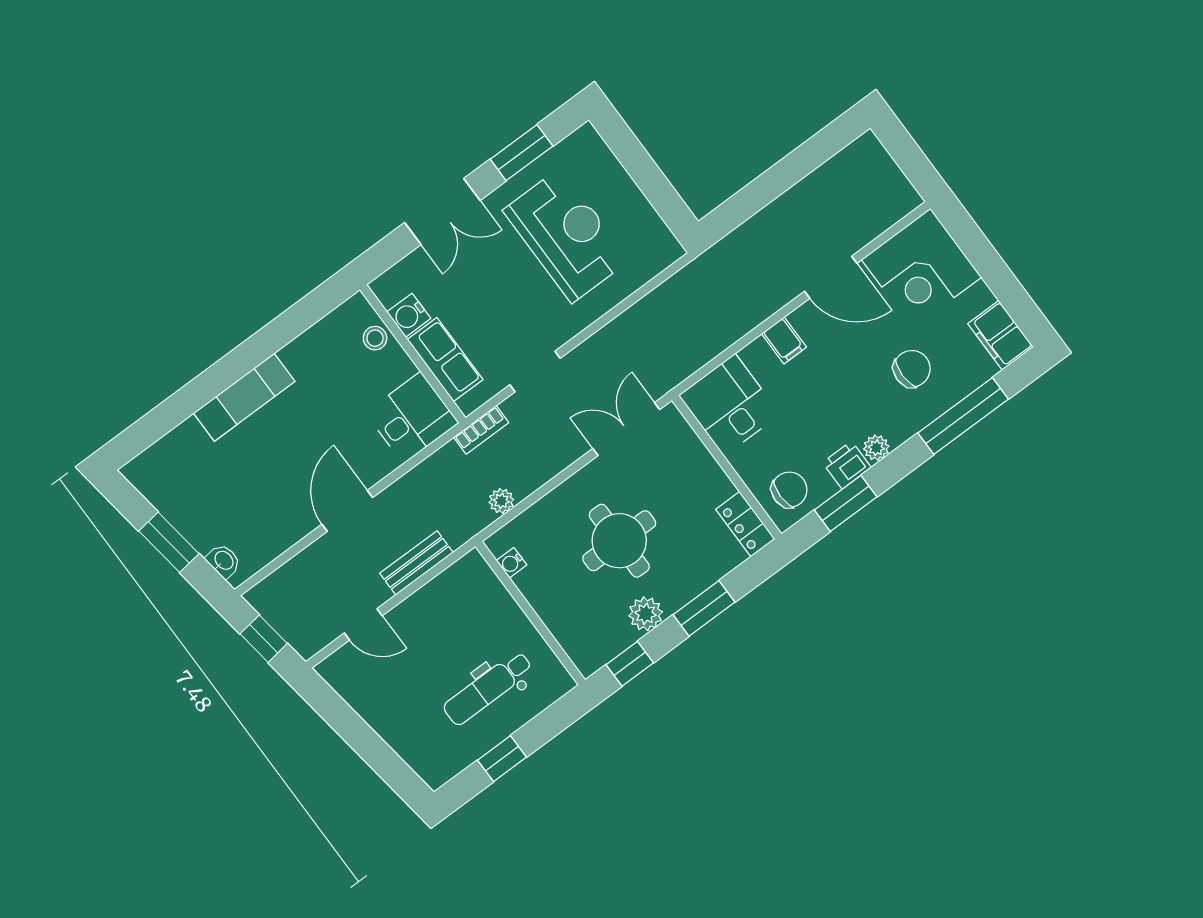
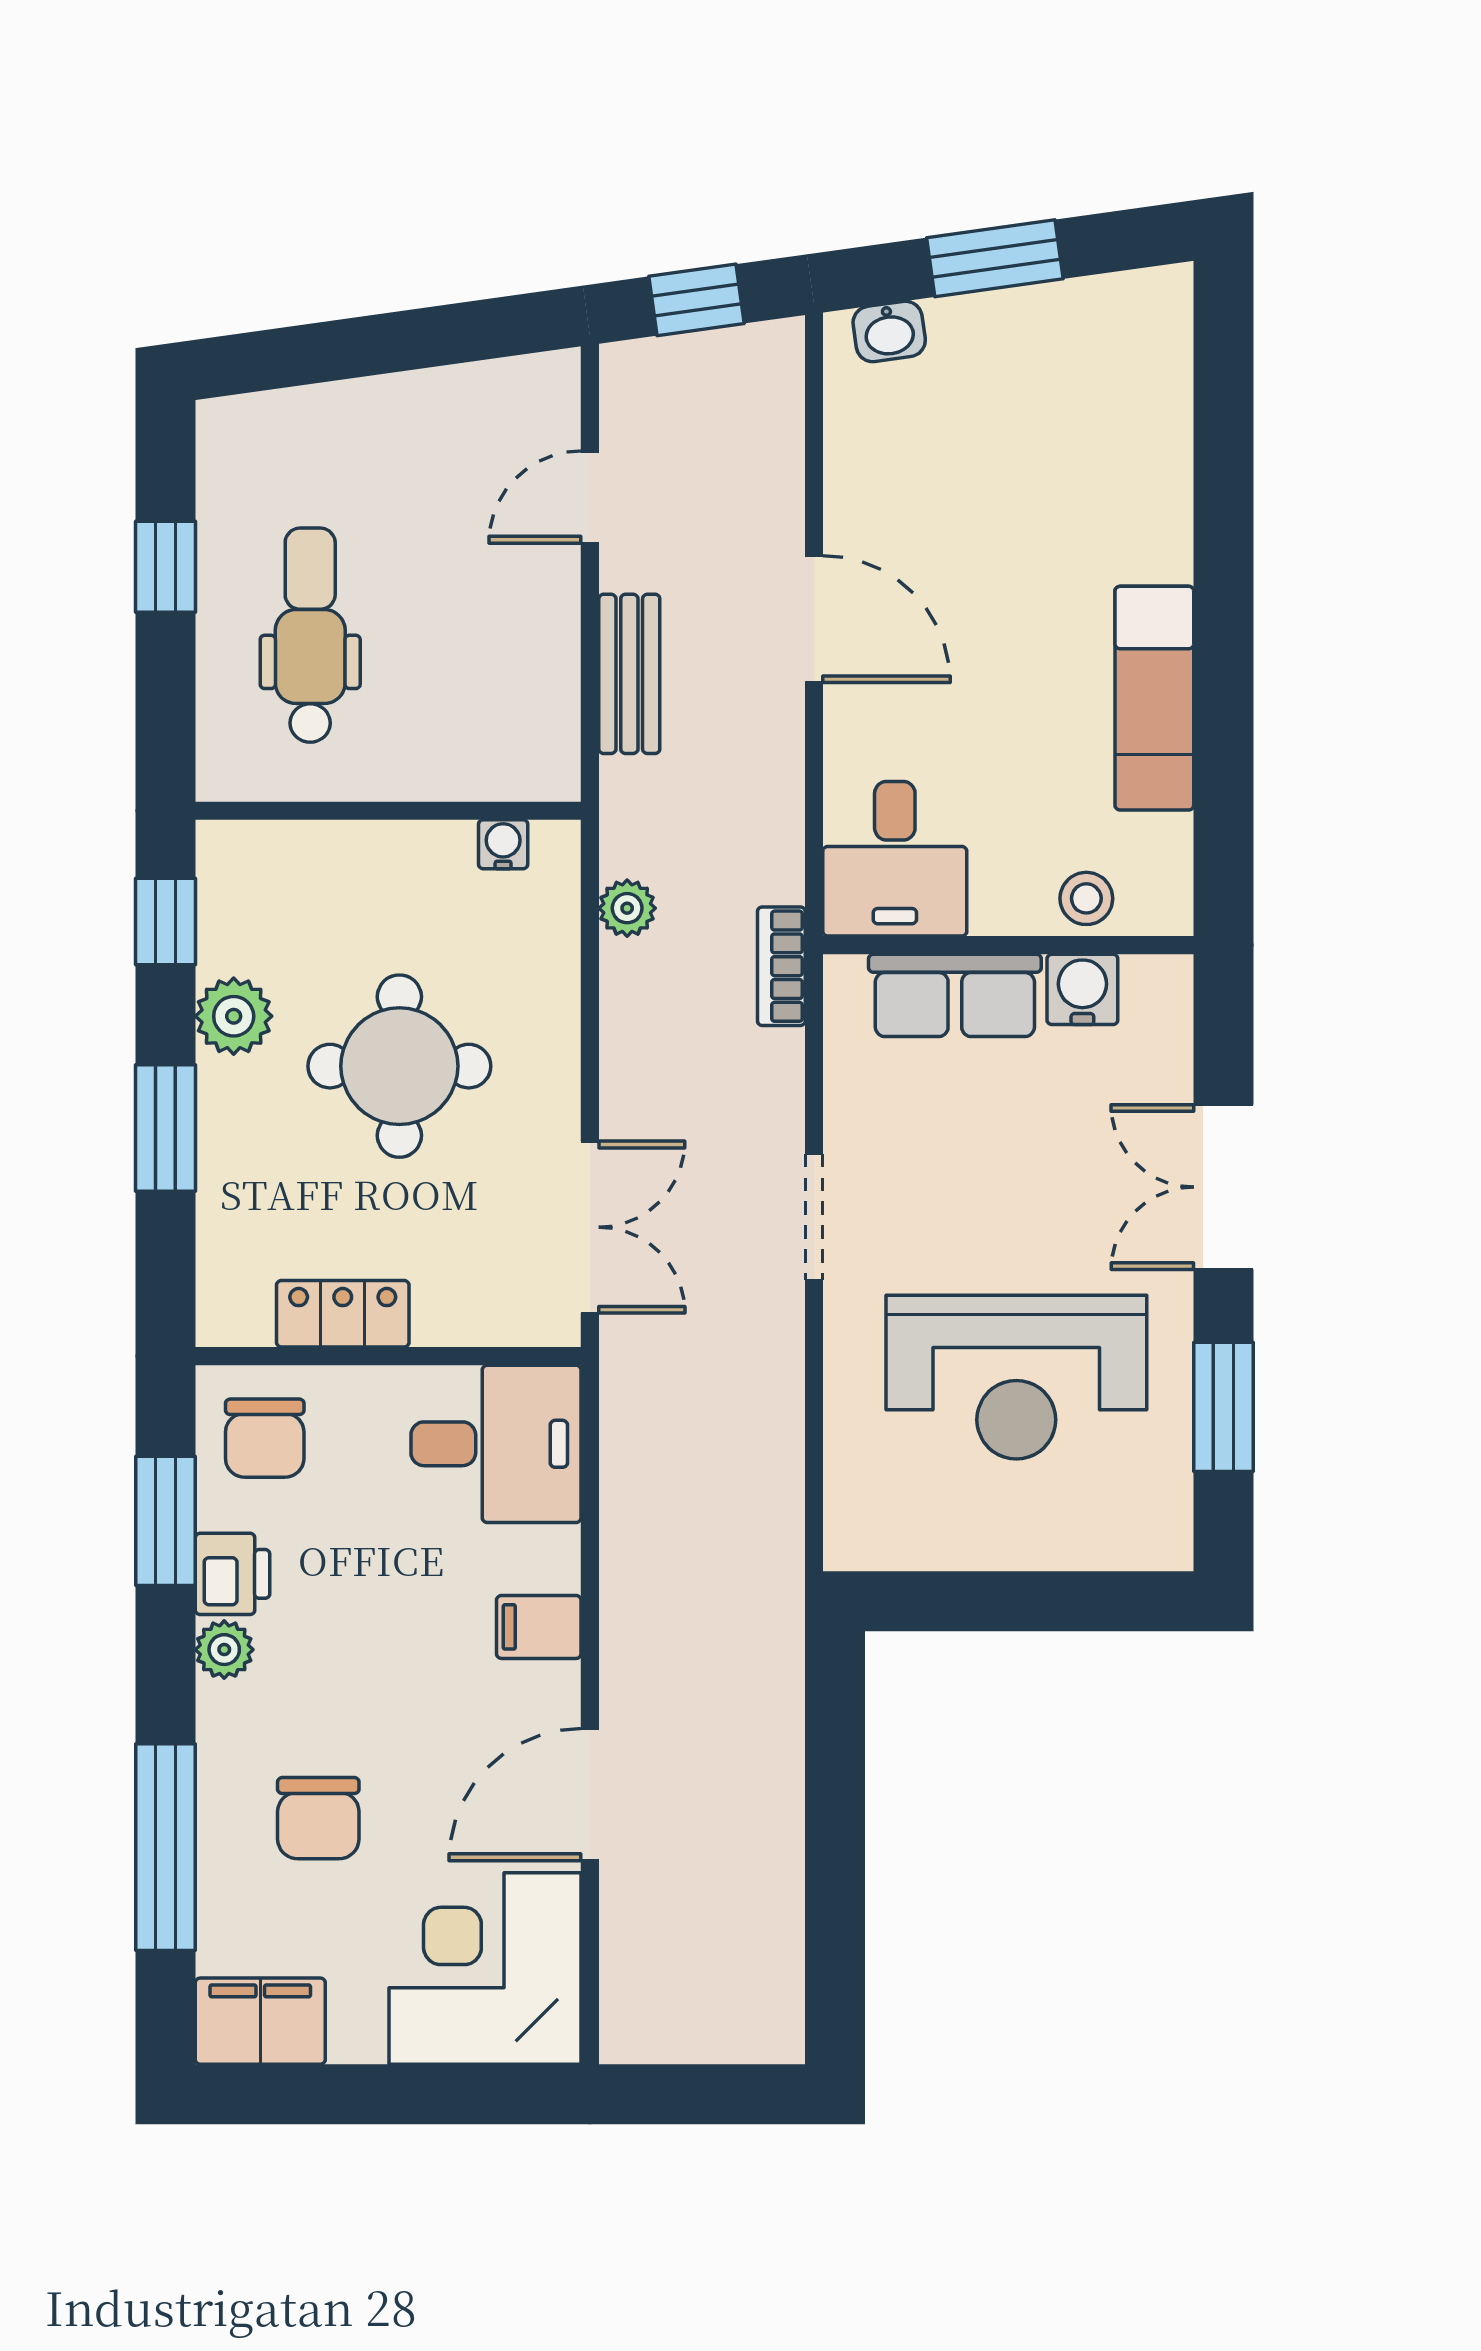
doorway: (535, 372) -> (814, 1217), moved
exam couch: (244, 397) -> (1154, 698), moved
locker: (745, 524) -> (343, 1314), moved

